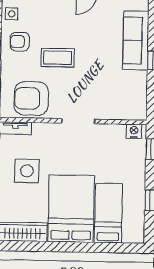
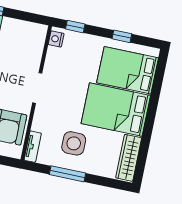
bed: (108, 213) -> (128, 70), width x1.50

